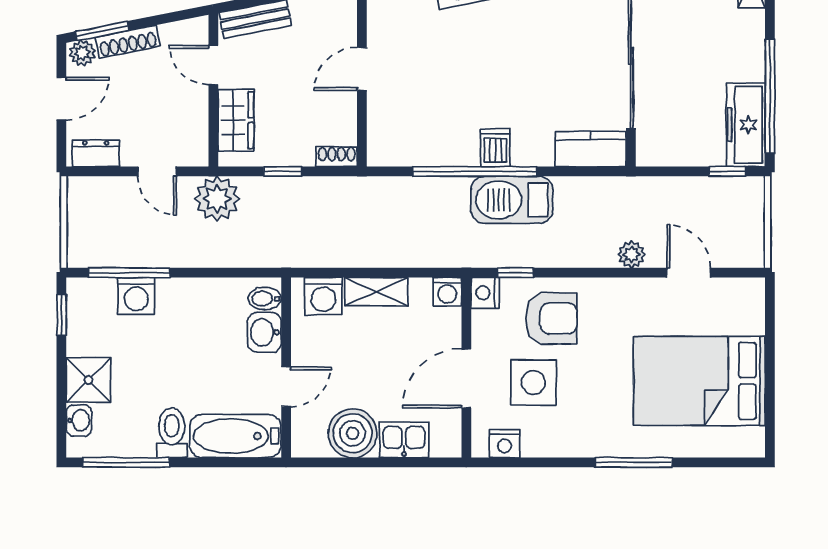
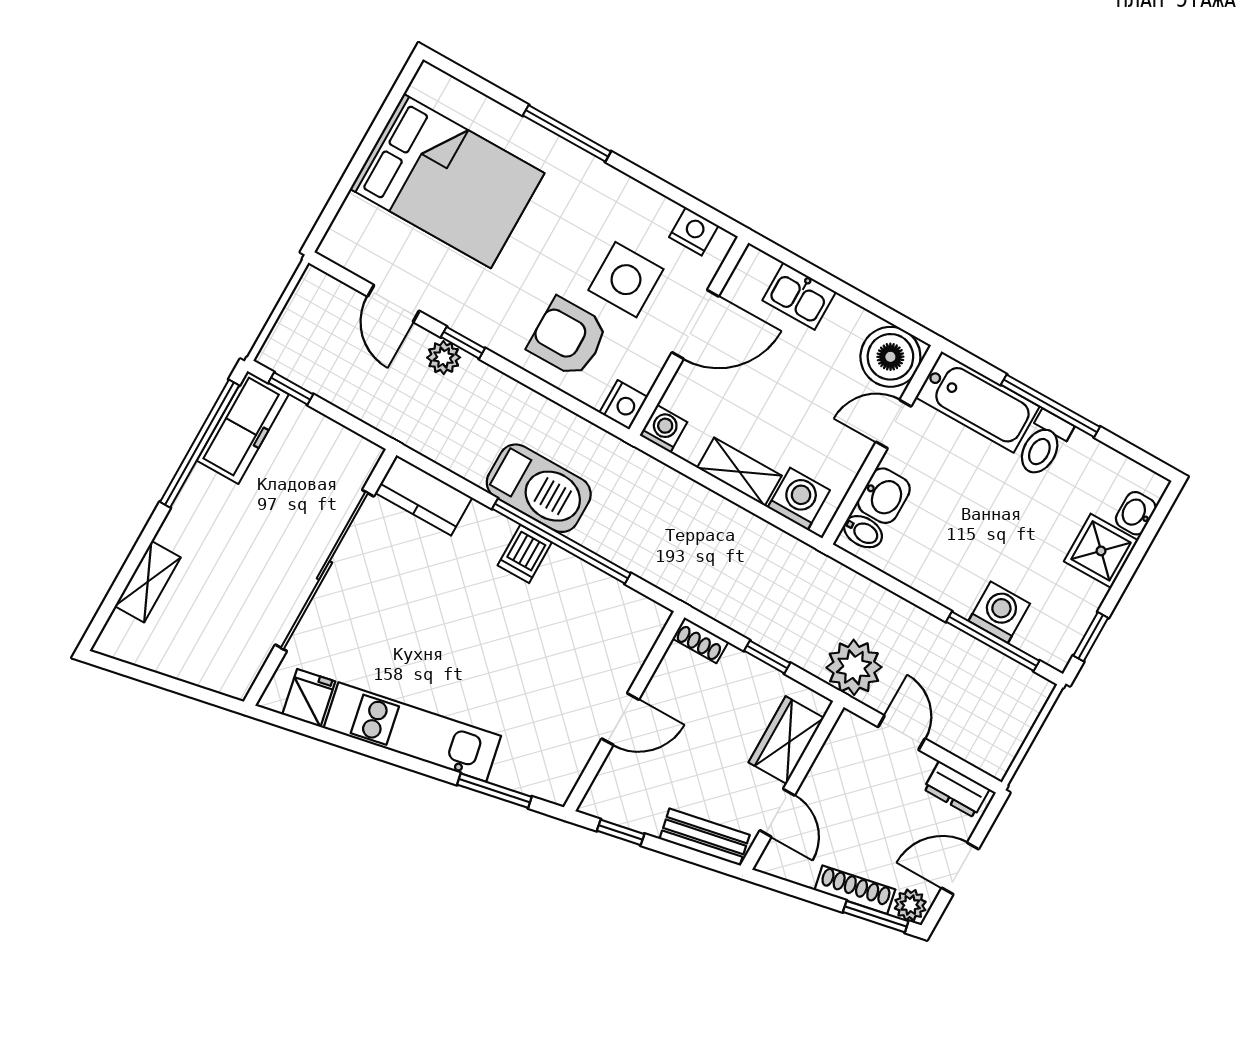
window: (516, 273) -> (463, 343), moved
boiler: (353, 433) -> (890, 357), moved
window: (126, 462) -> (1050, 406), moved

